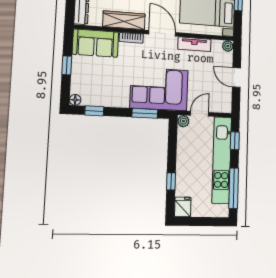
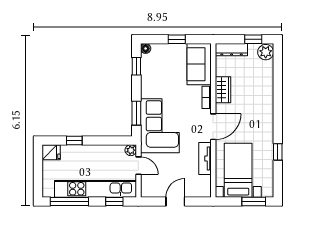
wardrobe: (124, 20) -> (223, 90), width x0.67
plant: (228, 46) -> (206, 192), removed

